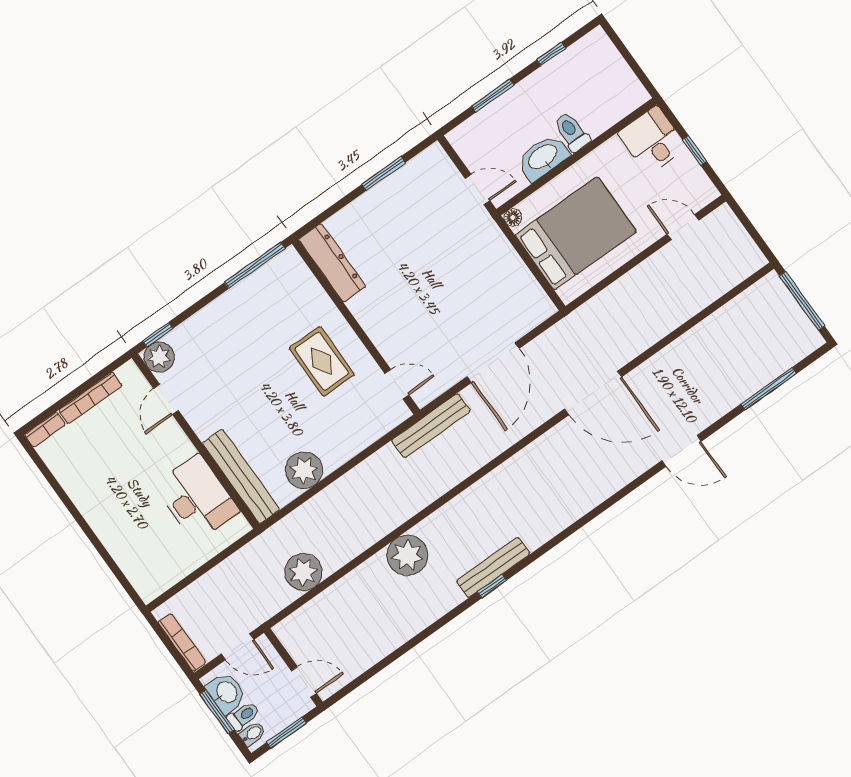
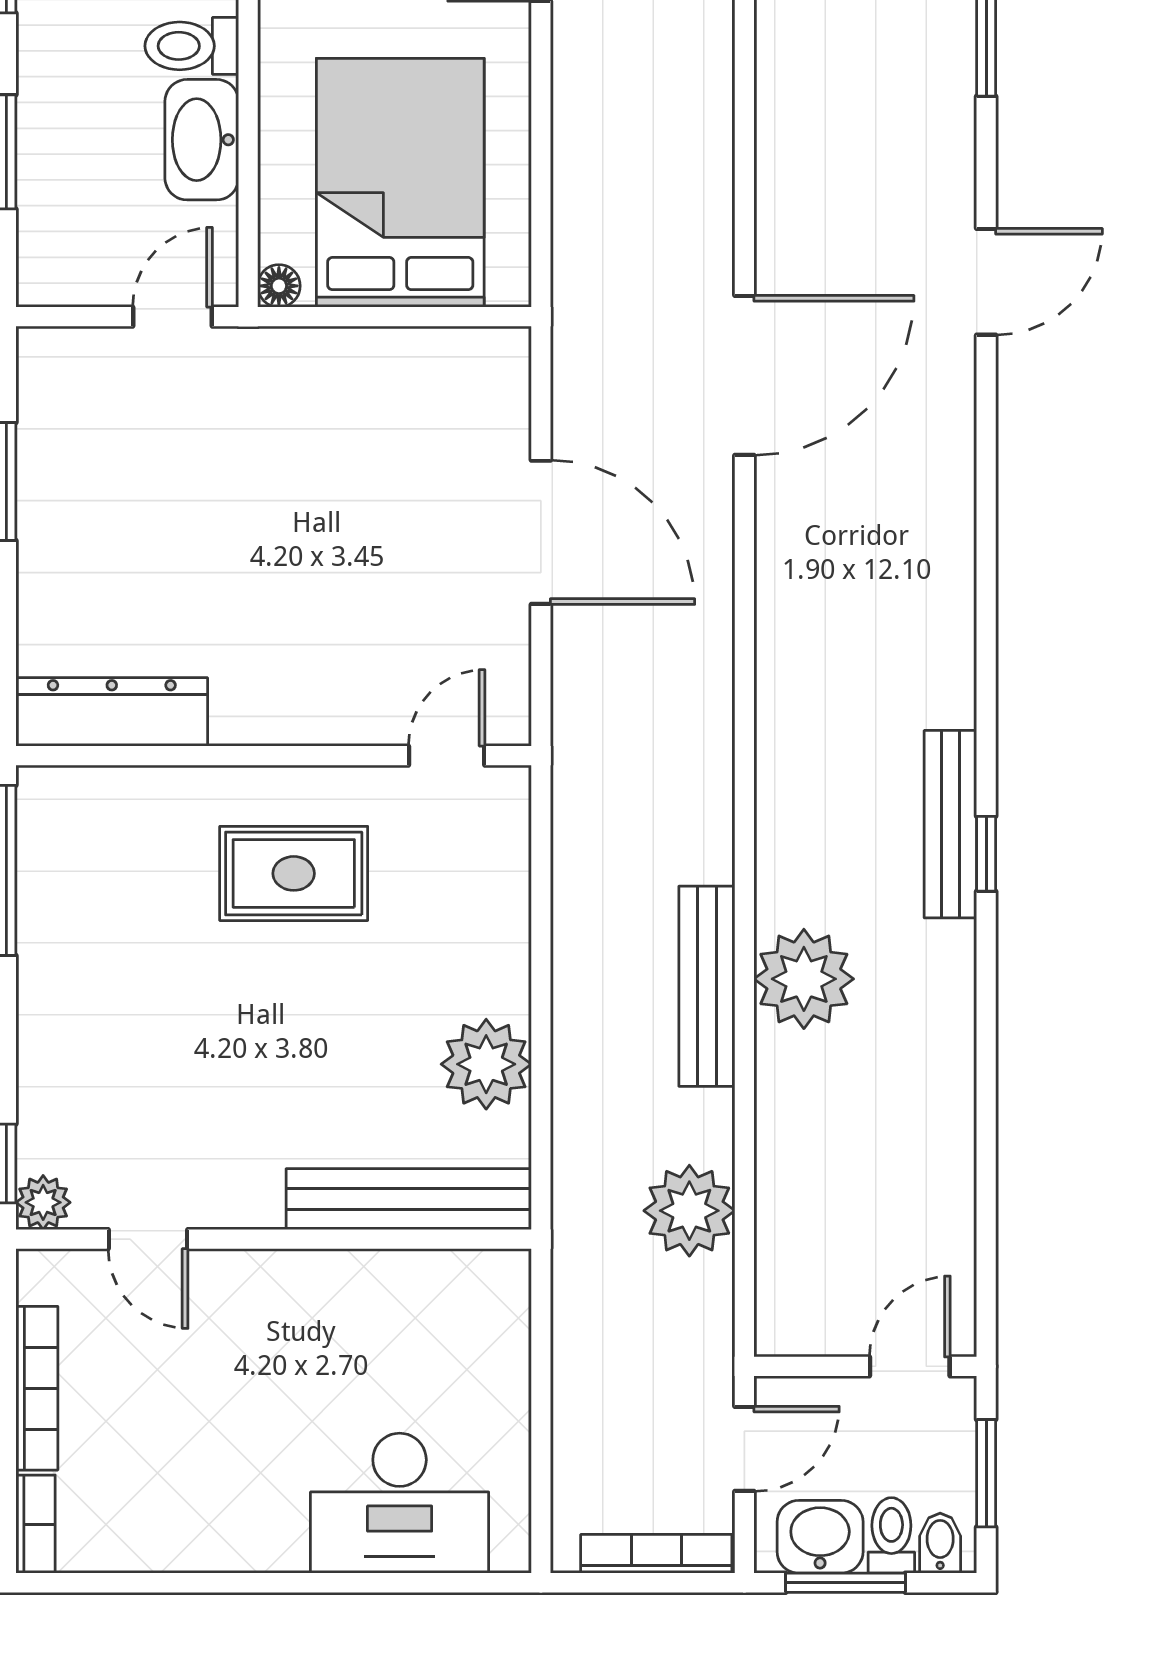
plant: (159, 357) -> (43, 1202), width x0.73, depth x0.73
bench: (431, 426) -> (707, 986), moved
desk: (197, 498) -> (400, 1503), moved, turned 180

